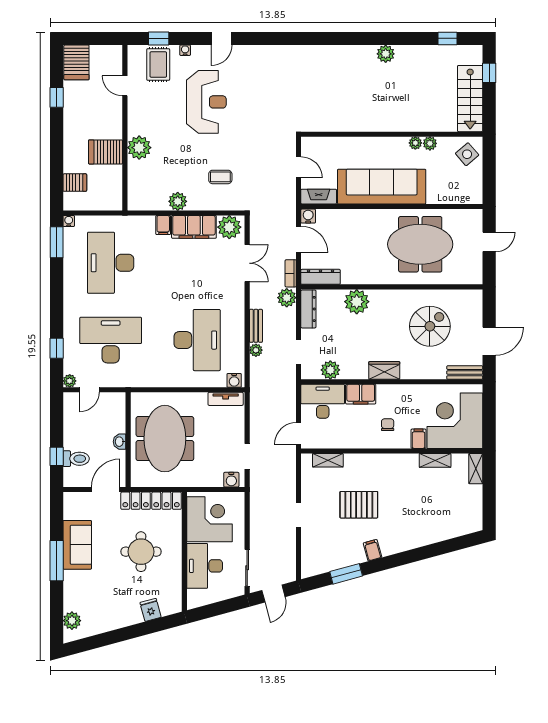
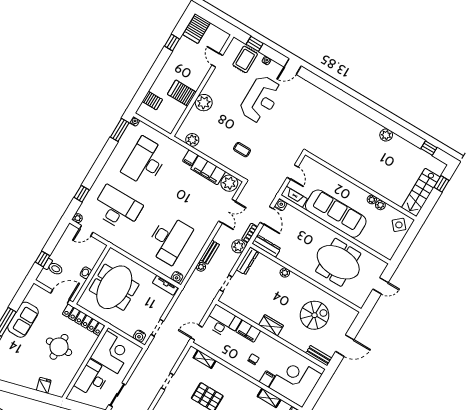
plant: (178, 201) -> (192, 140), moved
plant: (357, 302) -> (285, 273), width x0.53, depth x0.53
plant: (330, 370) -> (239, 306), removed

